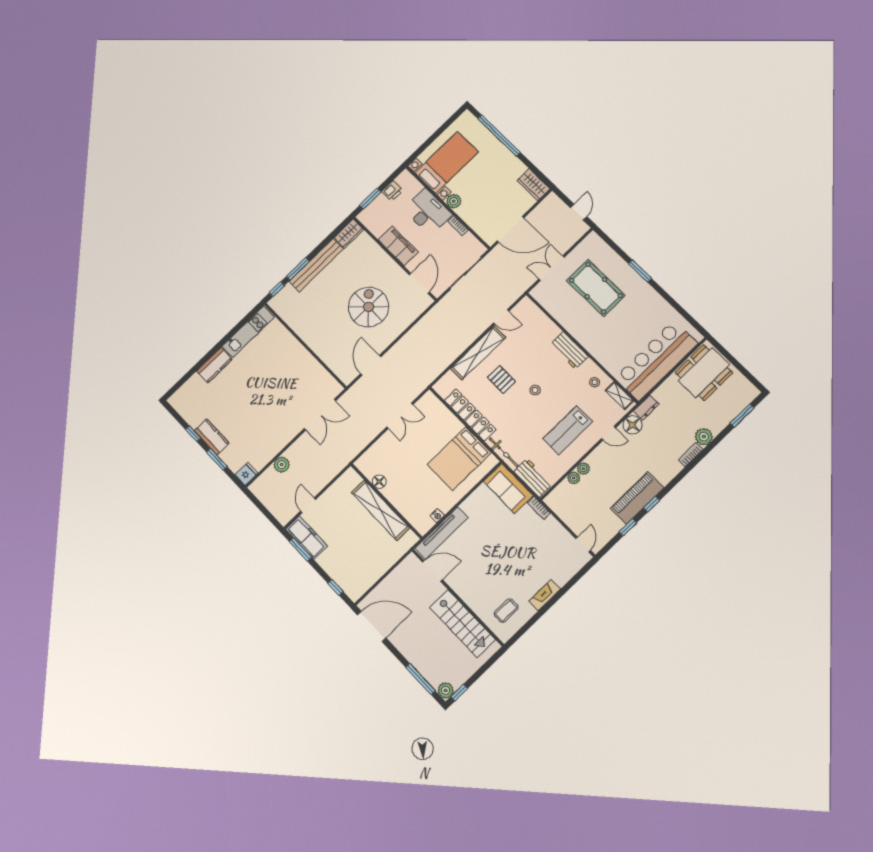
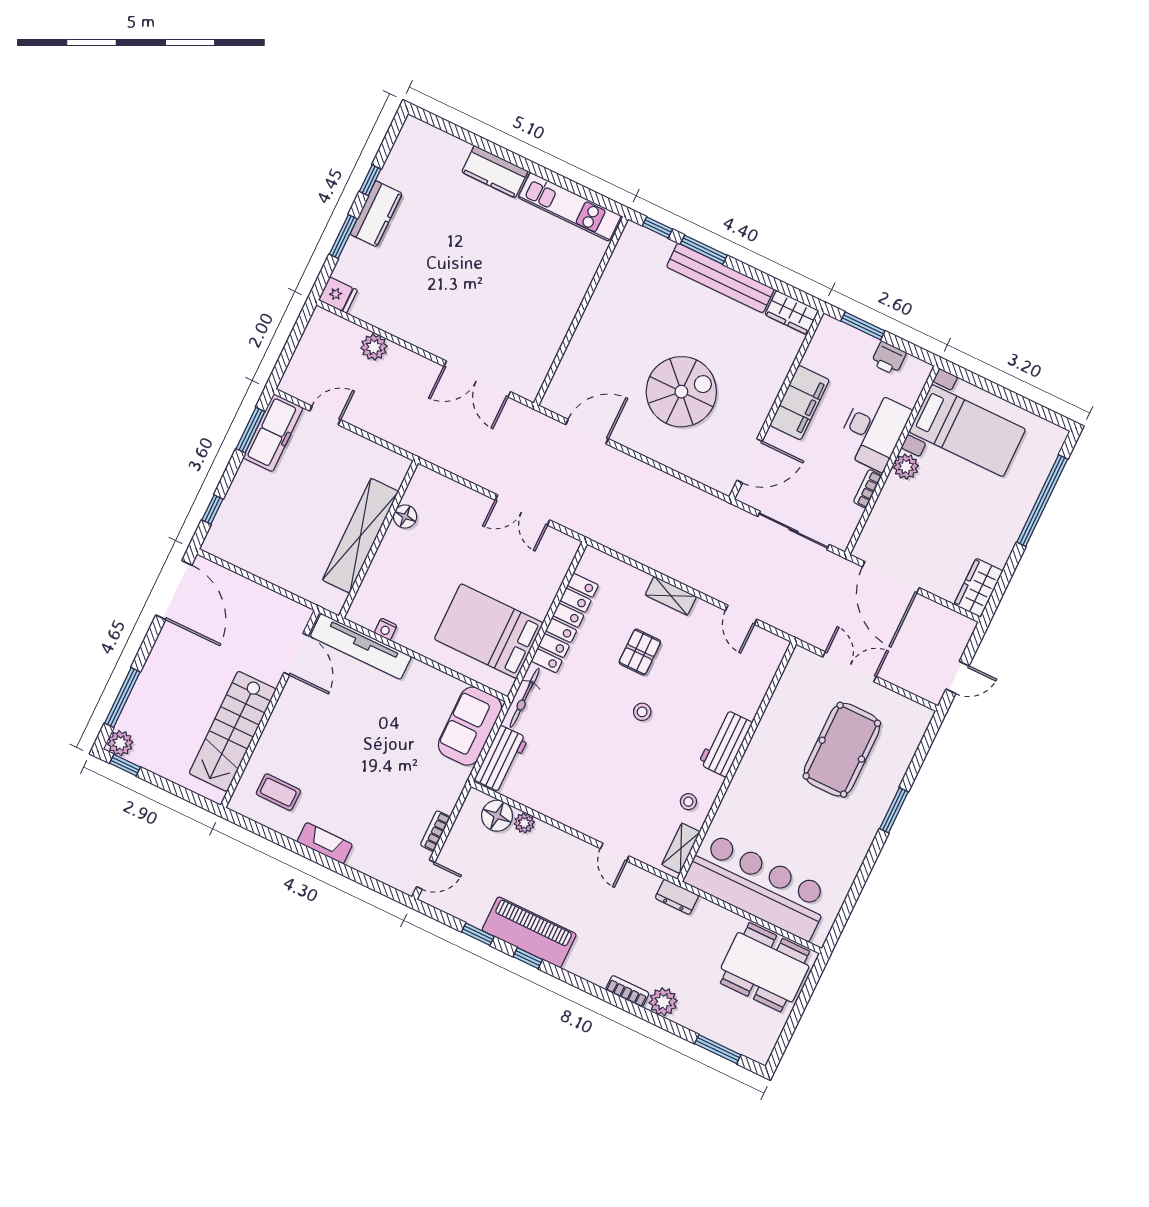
shelving: (478, 353) -> (671, 596), width x0.45, depth x0.75
floor lamp: (632, 425) -> (497, 816), moved
lab bench: (568, 430) -> (597, 786), removed
plant: (583, 469) -> (545, 833), removed
bookcase: (539, 508) -> (435, 831), moved

